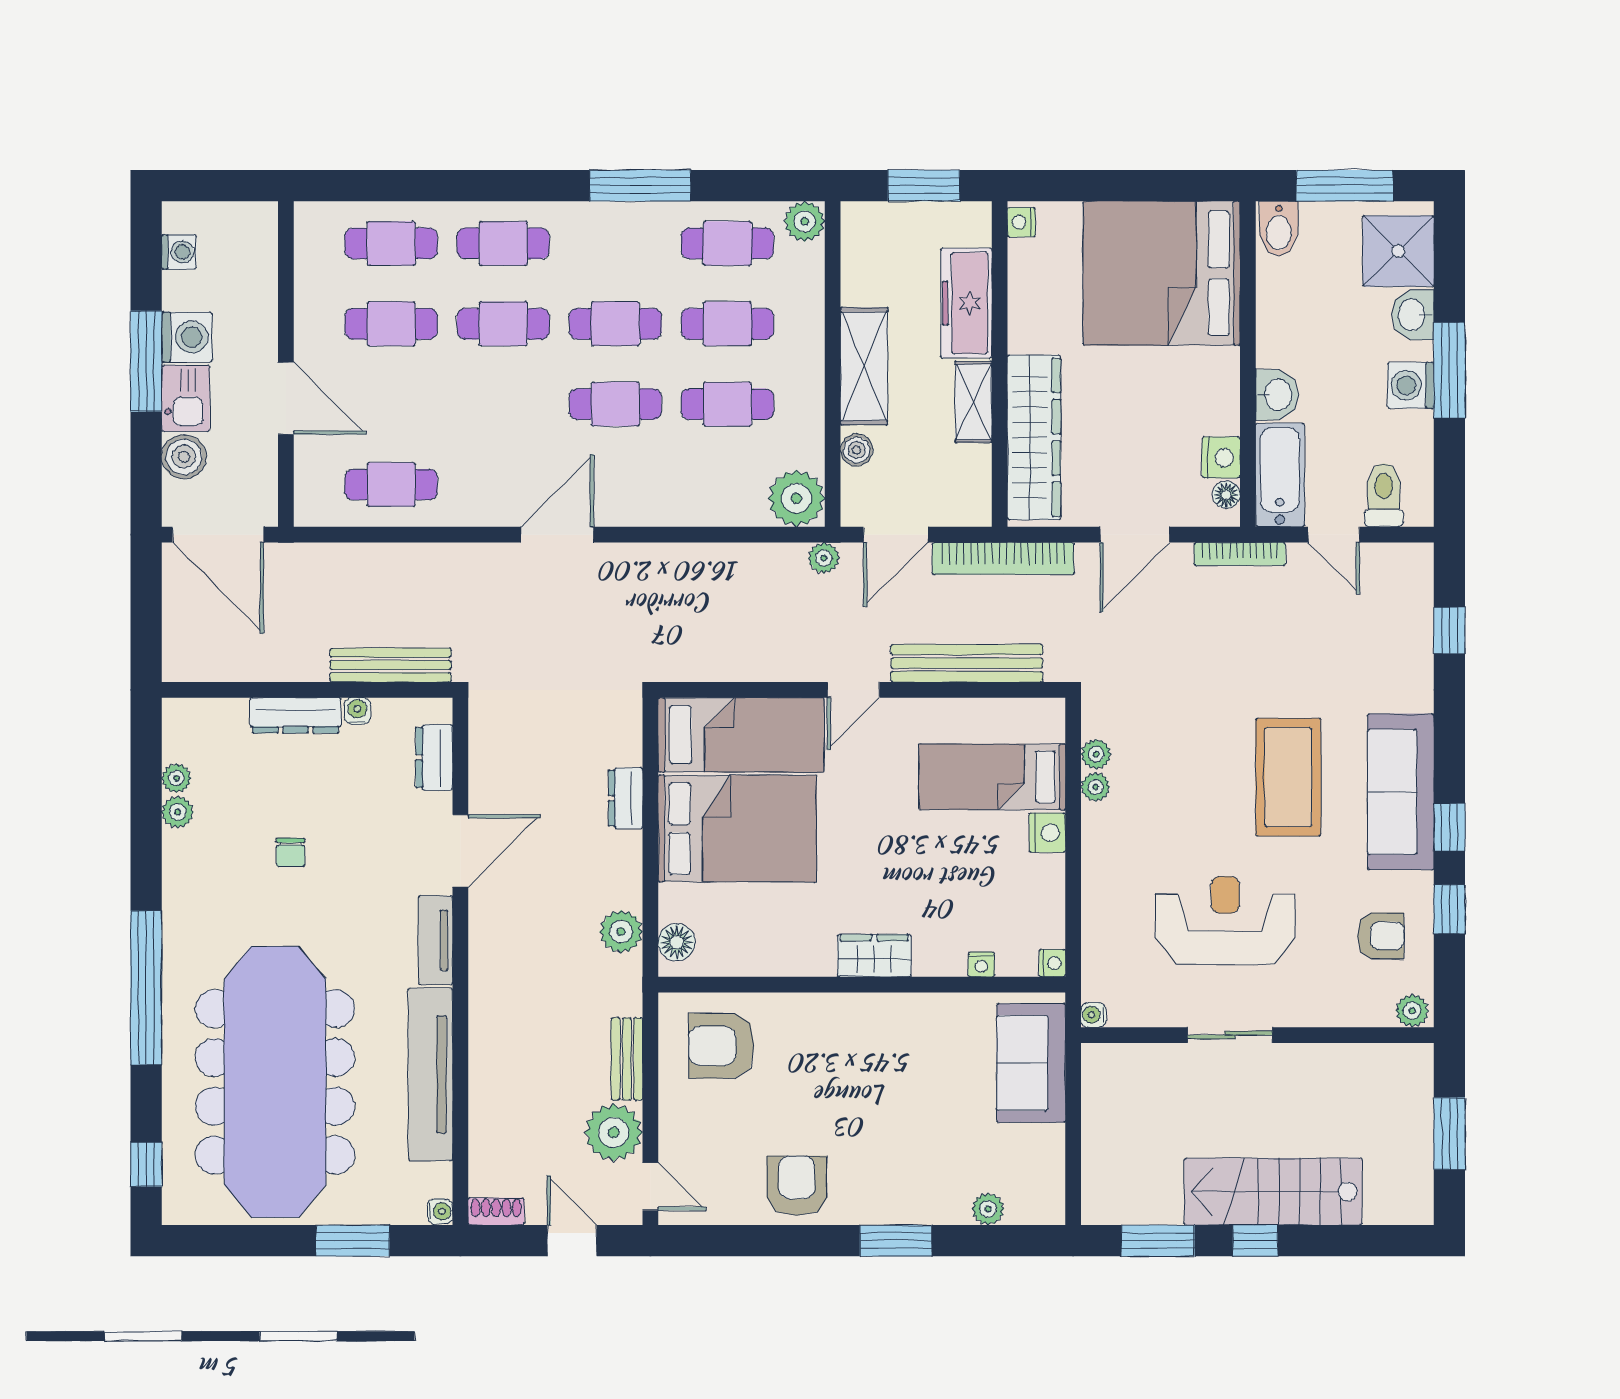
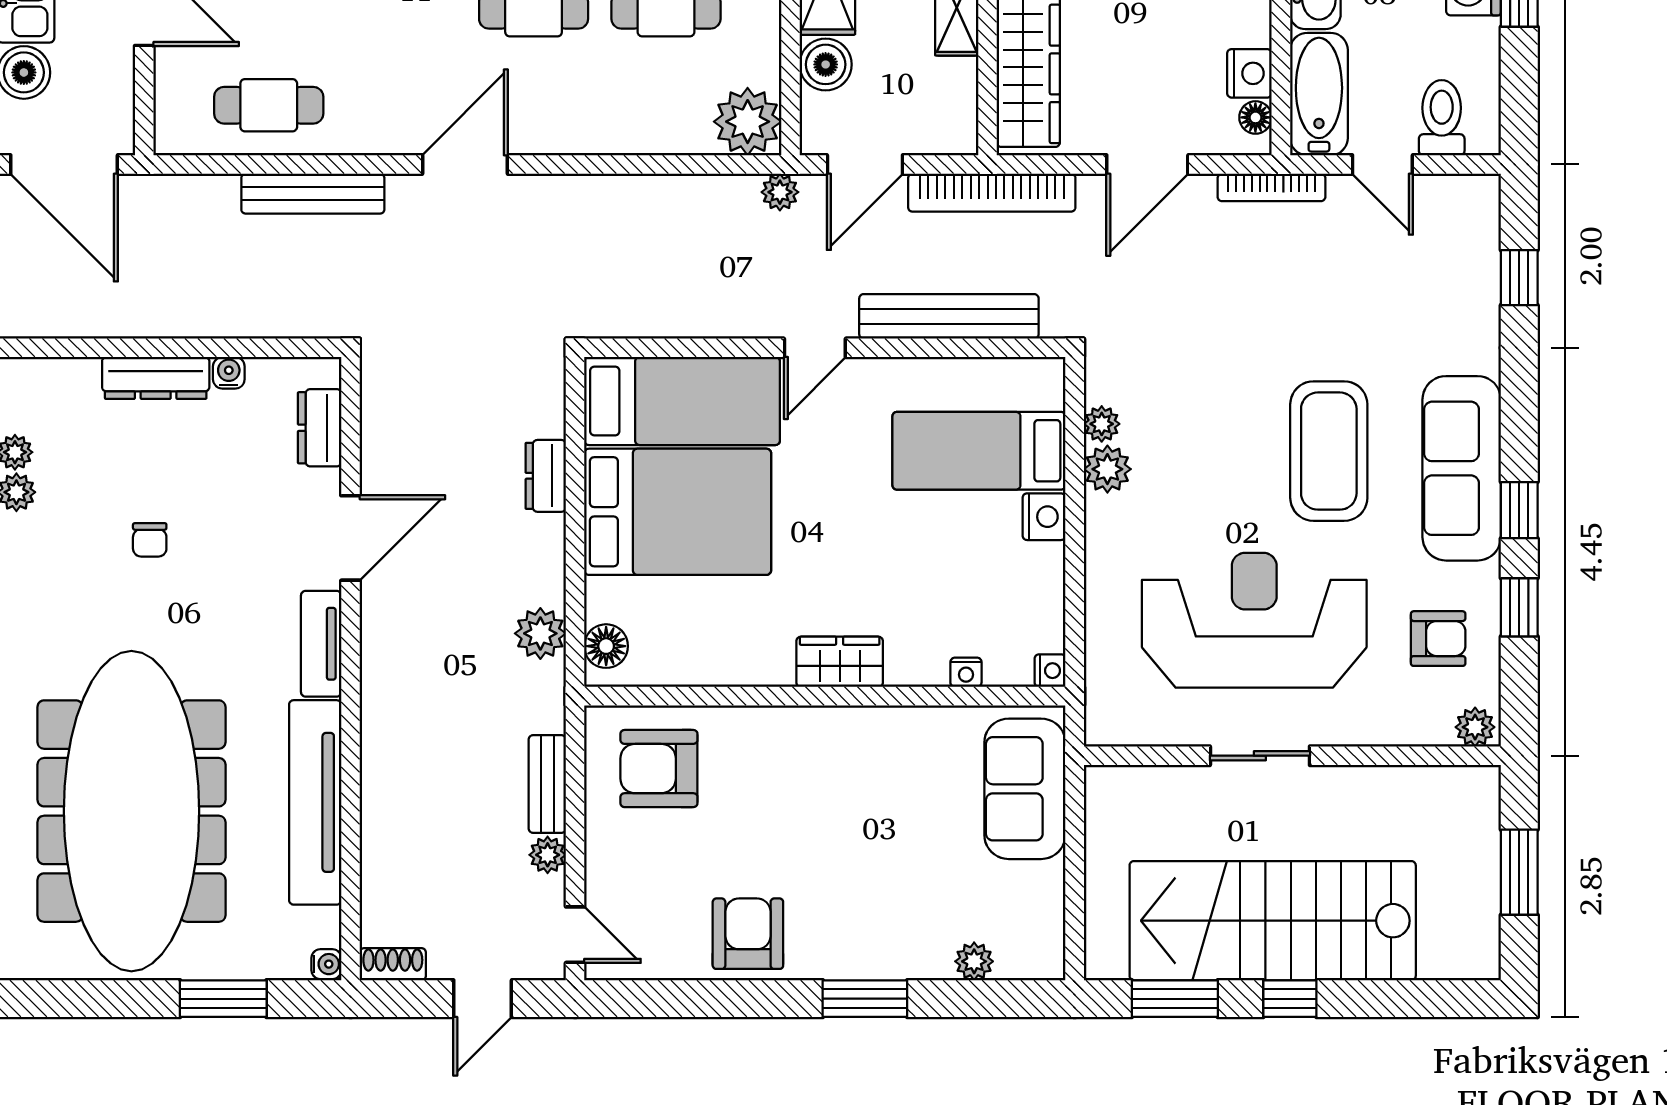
boiler: (857, 450) -> (826, 64), width x1.36, depth x1.36
bench: (391, 665) -> (313, 194), moved
plant: (1095, 787) -> (1107, 469), width x1.38, depth x1.38
reception desk: (1225, 920) -> (1254, 620), width x1.36, depth x1.30
water cooler: (1093, 1015) -> (1099, 732), removed
plant: (614, 1132) -> (548, 855), width x0.53, depth x0.53
stairs: (1273, 1192) -> (1273, 921), width x1.36, depth x1.51
door: (572, 1241) -> (483, 999), swing flipped

